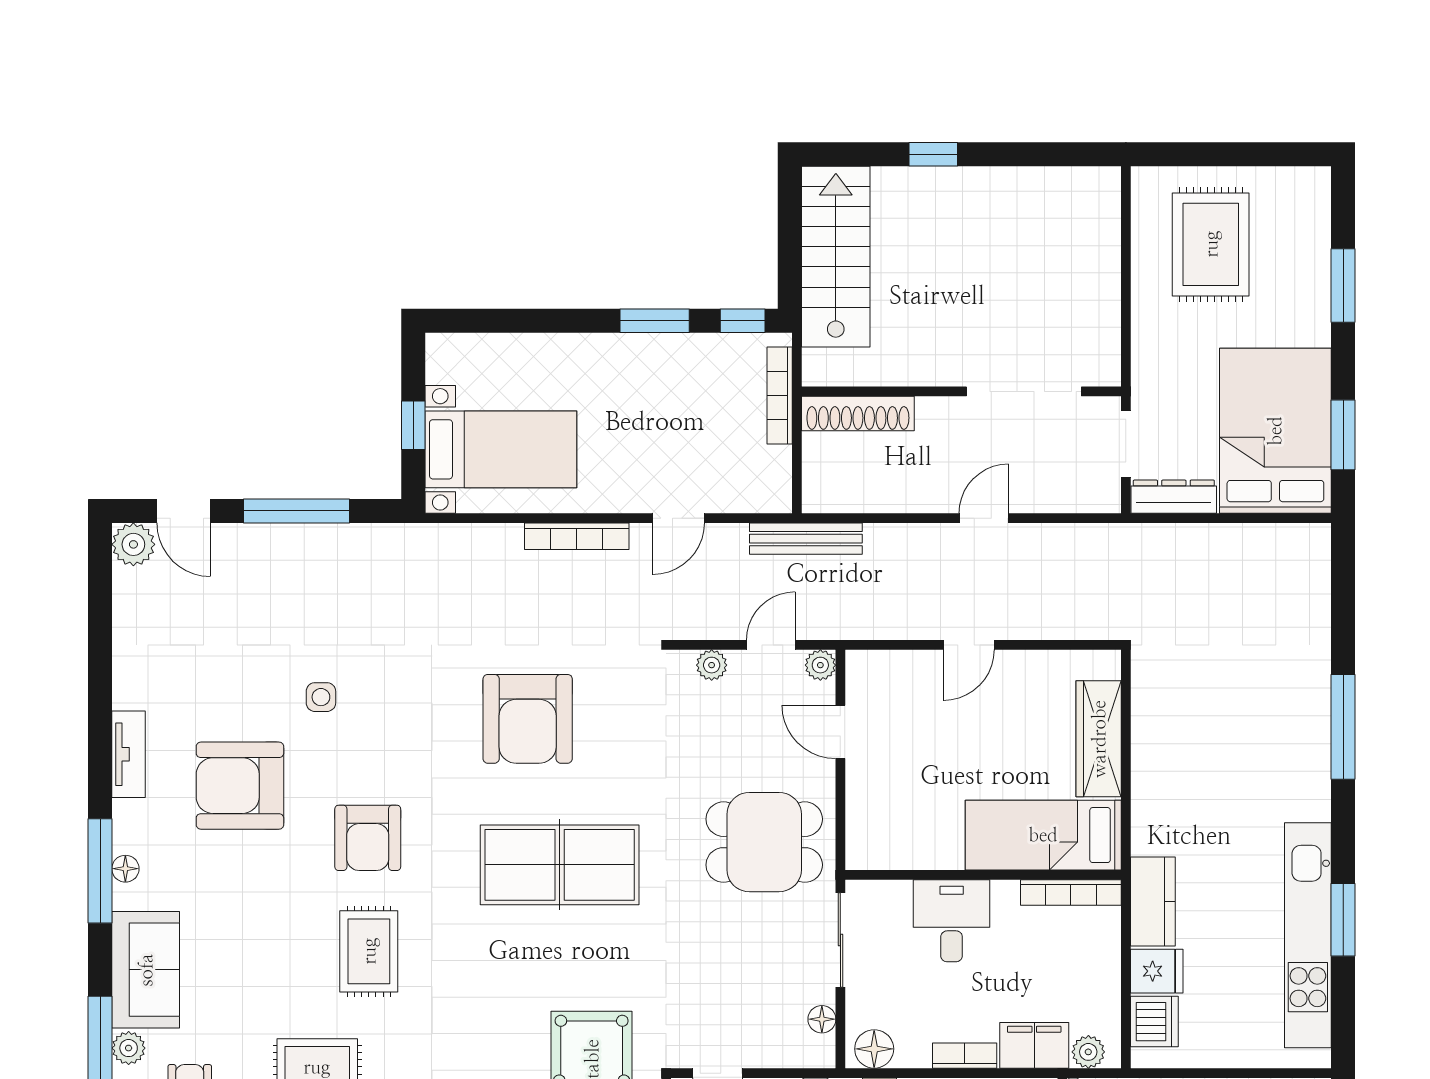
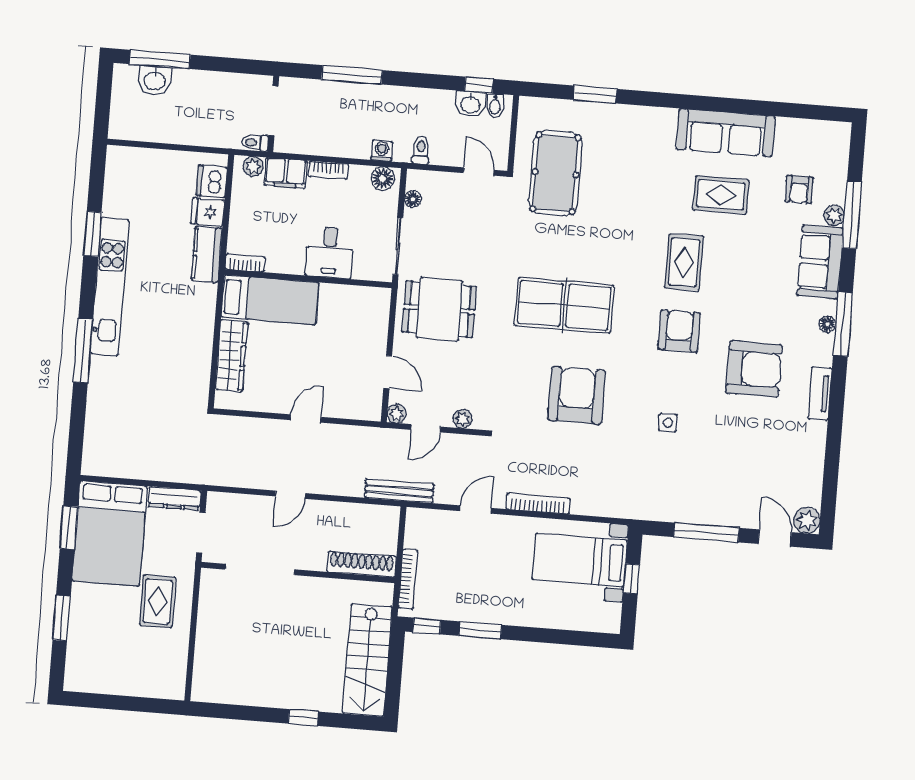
rug: (1211, 244) -> (158, 601), moved, width x0.73, depth x0.70
side table: (321, 697) -> (668, 423), moved
bookcase: (1071, 892) -> (245, 263), width x0.64
kitchen unit: (1308, 935) -> (110, 287), moved

